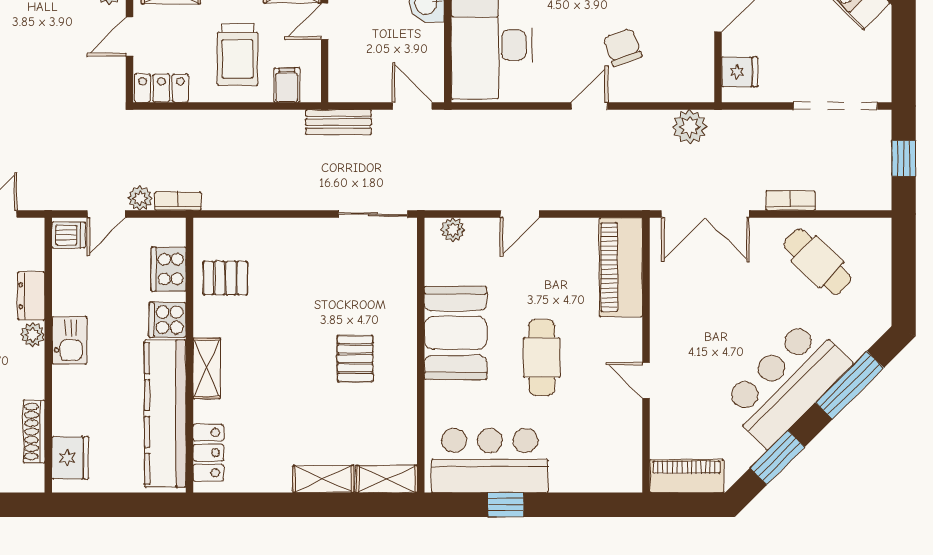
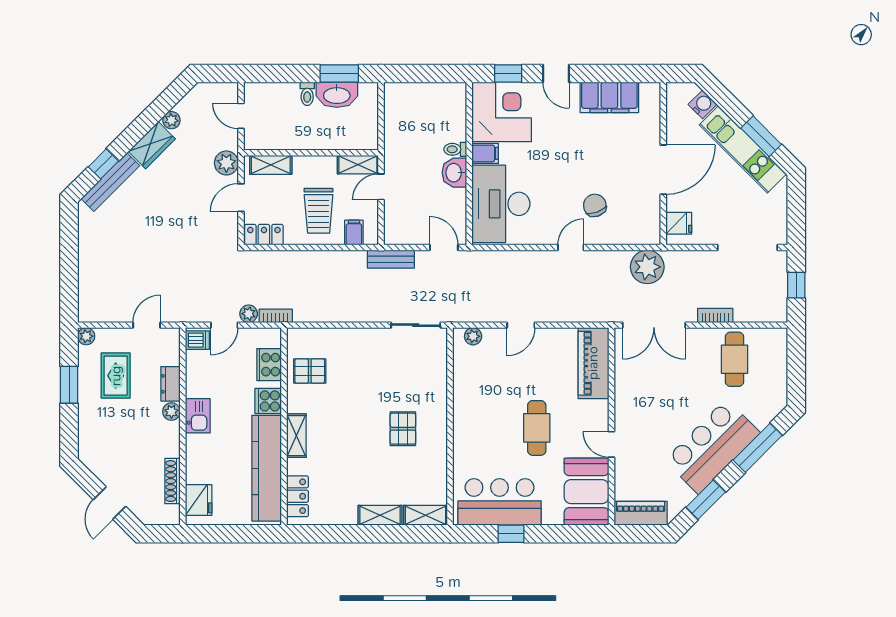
plant: (690, 127) -> (647, 267), width x1.36, depth x1.36
cafe table: (817, 262) -> (735, 359), turned 46
booth: (456, 333) -> (586, 492), moved

